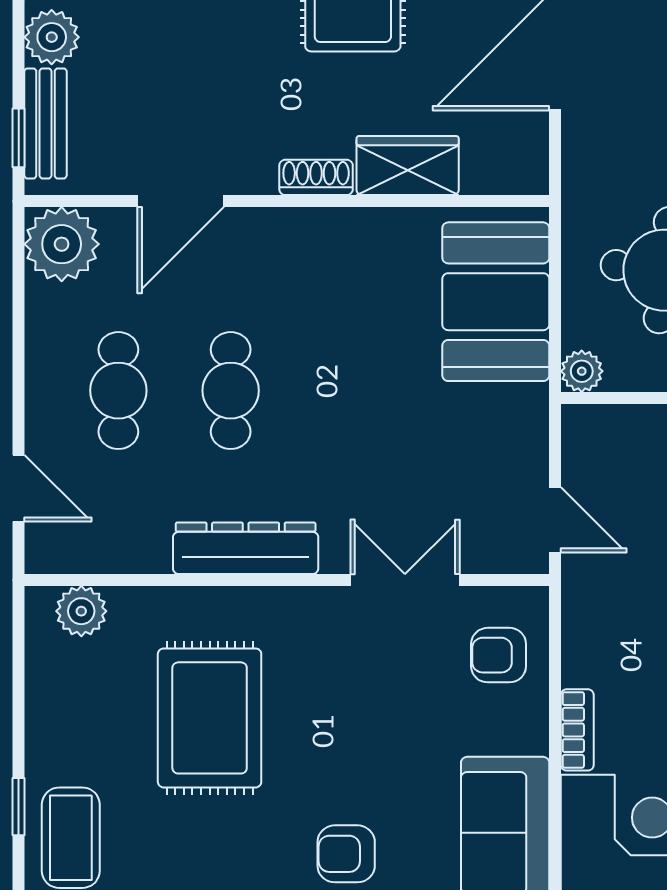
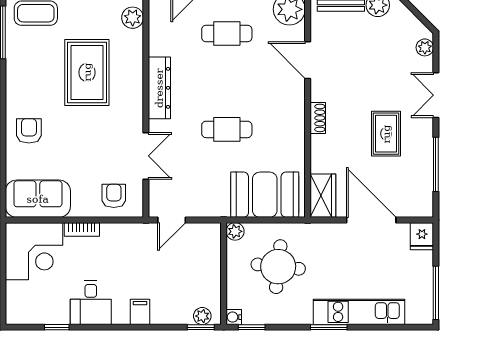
wardrobe: (408, 166) -> (323, 196), moved
cafe table: (231, 391) -> (227, 129), moved
rug: (210, 718) -> (87, 72), turned 90

